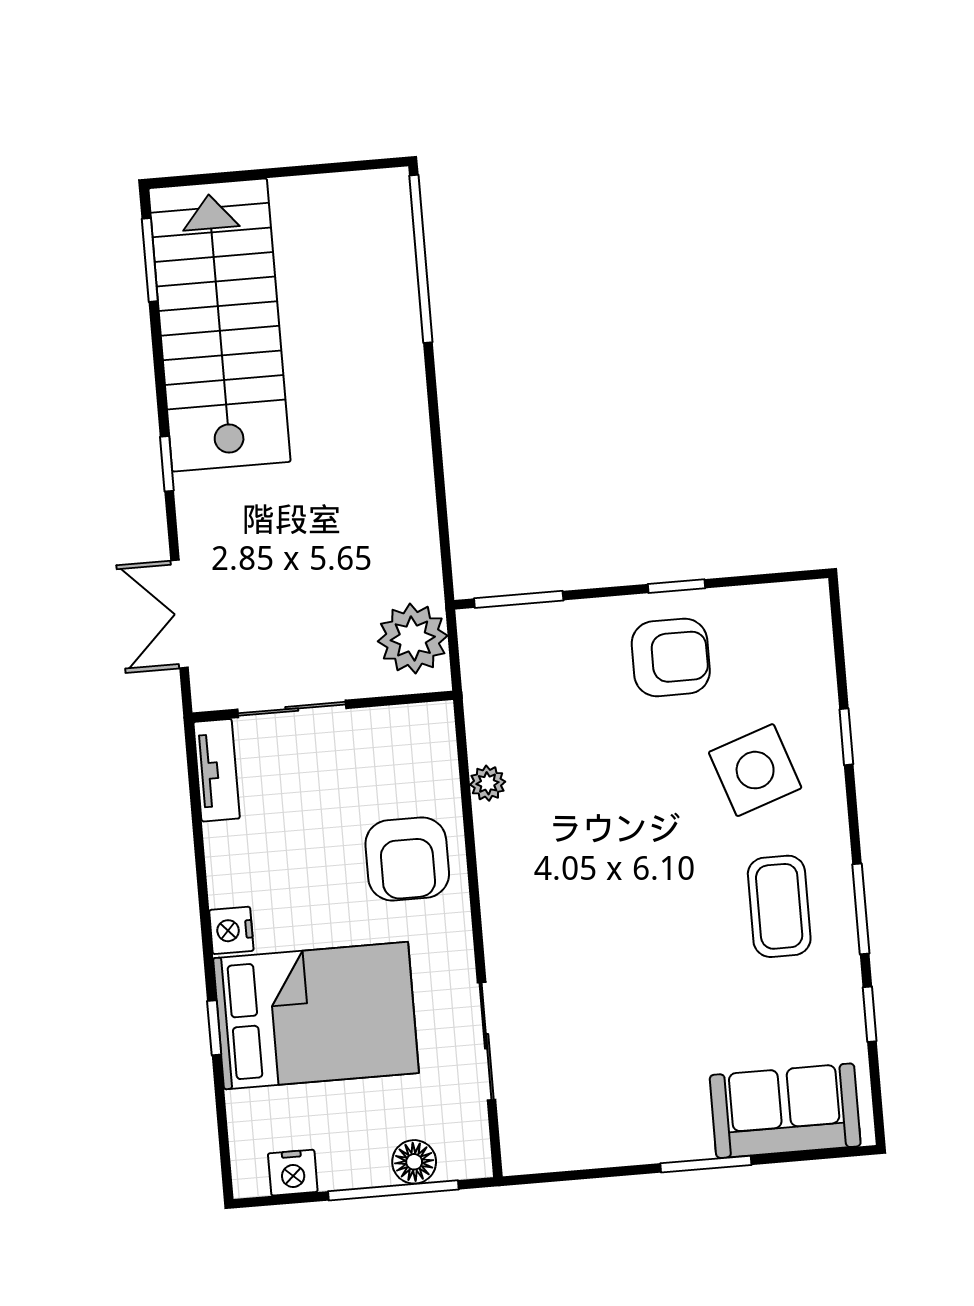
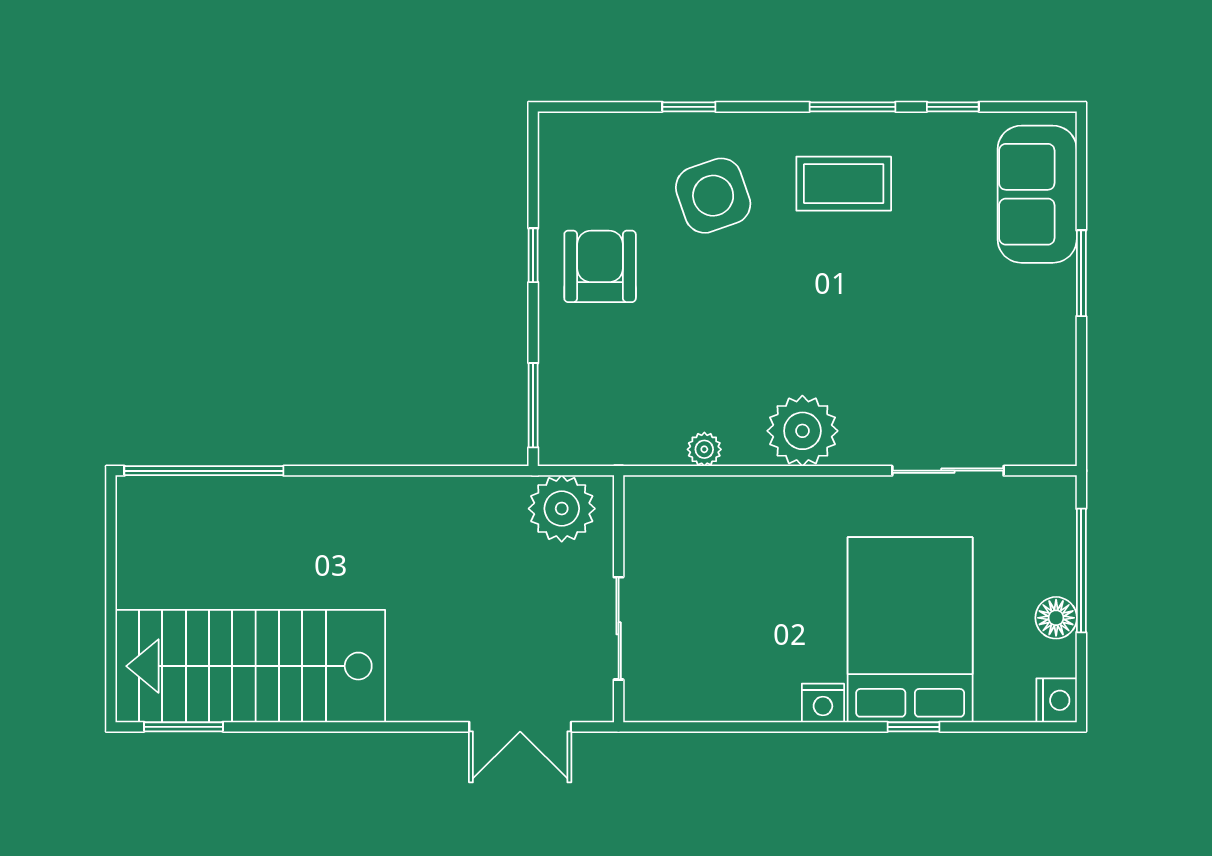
window: (167, 464) -> (377, 727), removed
tv unit: (217, 770) -> (671, 704), removed
armchair: (407, 859) -> (770, 531), removed
plant: (516, 885) -> (802, 431), added
floor lamp: (414, 1162) -> (1056, 618), moved
nightstand: (293, 1173) -> (1057, 700), moved

